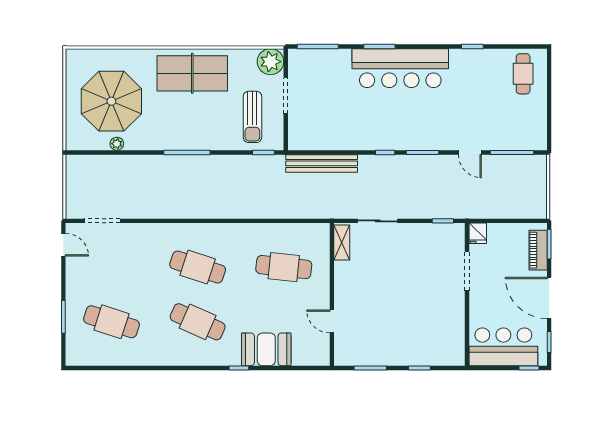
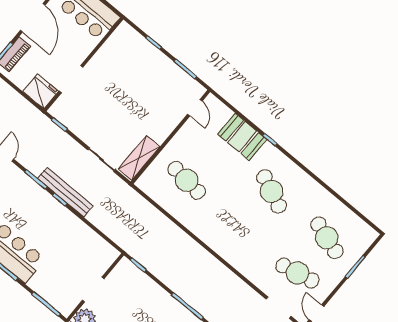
sun lounger: (252, 117) -> (126, 294), removed
bench: (322, 163) -> (65, 192), moved
fridge: (478, 233) -> (41, 91), width x1.88, depth x1.34
shelving: (342, 243) -> (139, 158), width x1.50, depth x1.33
cafe table: (198, 267) -> (297, 273), moved, turned -30
door: (332, 321) -> (195, 108), moved

